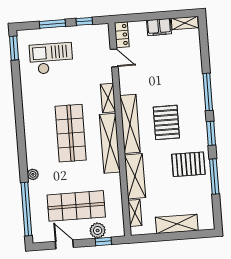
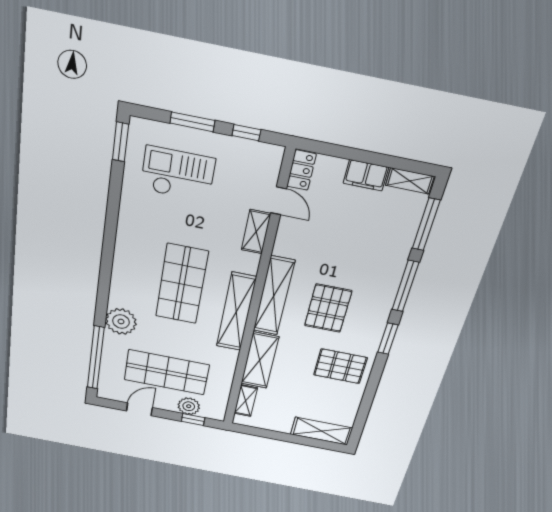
shelving: (108, 98) -> (256, 232), moved
plant: (33, 174) -> (121, 322), width x1.88, depth x1.88
window: (214, 176) -> (426, 224), moved
shelving: (177, 224) -> (321, 431), moved
door: (64, 244) -> (139, 409), hinge flipped

